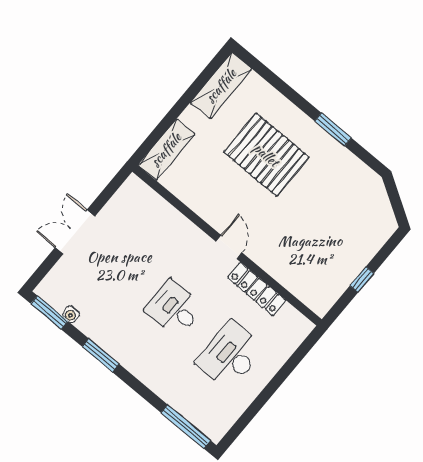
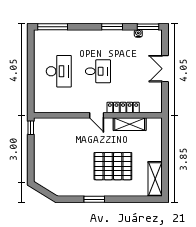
shelving: (166, 150) -> (130, 124), moved, turned 90
double door: (75, 232) -> (165, 69), swing flipped
window: (362, 280) -> (31, 128), moved
locker: (257, 289) -> (123, 108), moved

